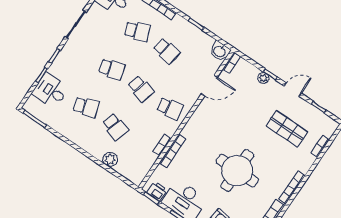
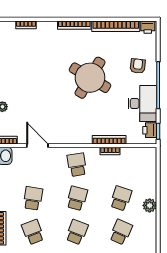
school desk: (112, 69) -> (77, 232), turned 36
school desk: (86, 107) -> (121, 232), turned 42
shop shelf: (287, 129) -> (30, 60), removed
plant: (110, 159) -> (150, 205), moved
round table: (237, 171) -> (90, 78), turned 31

